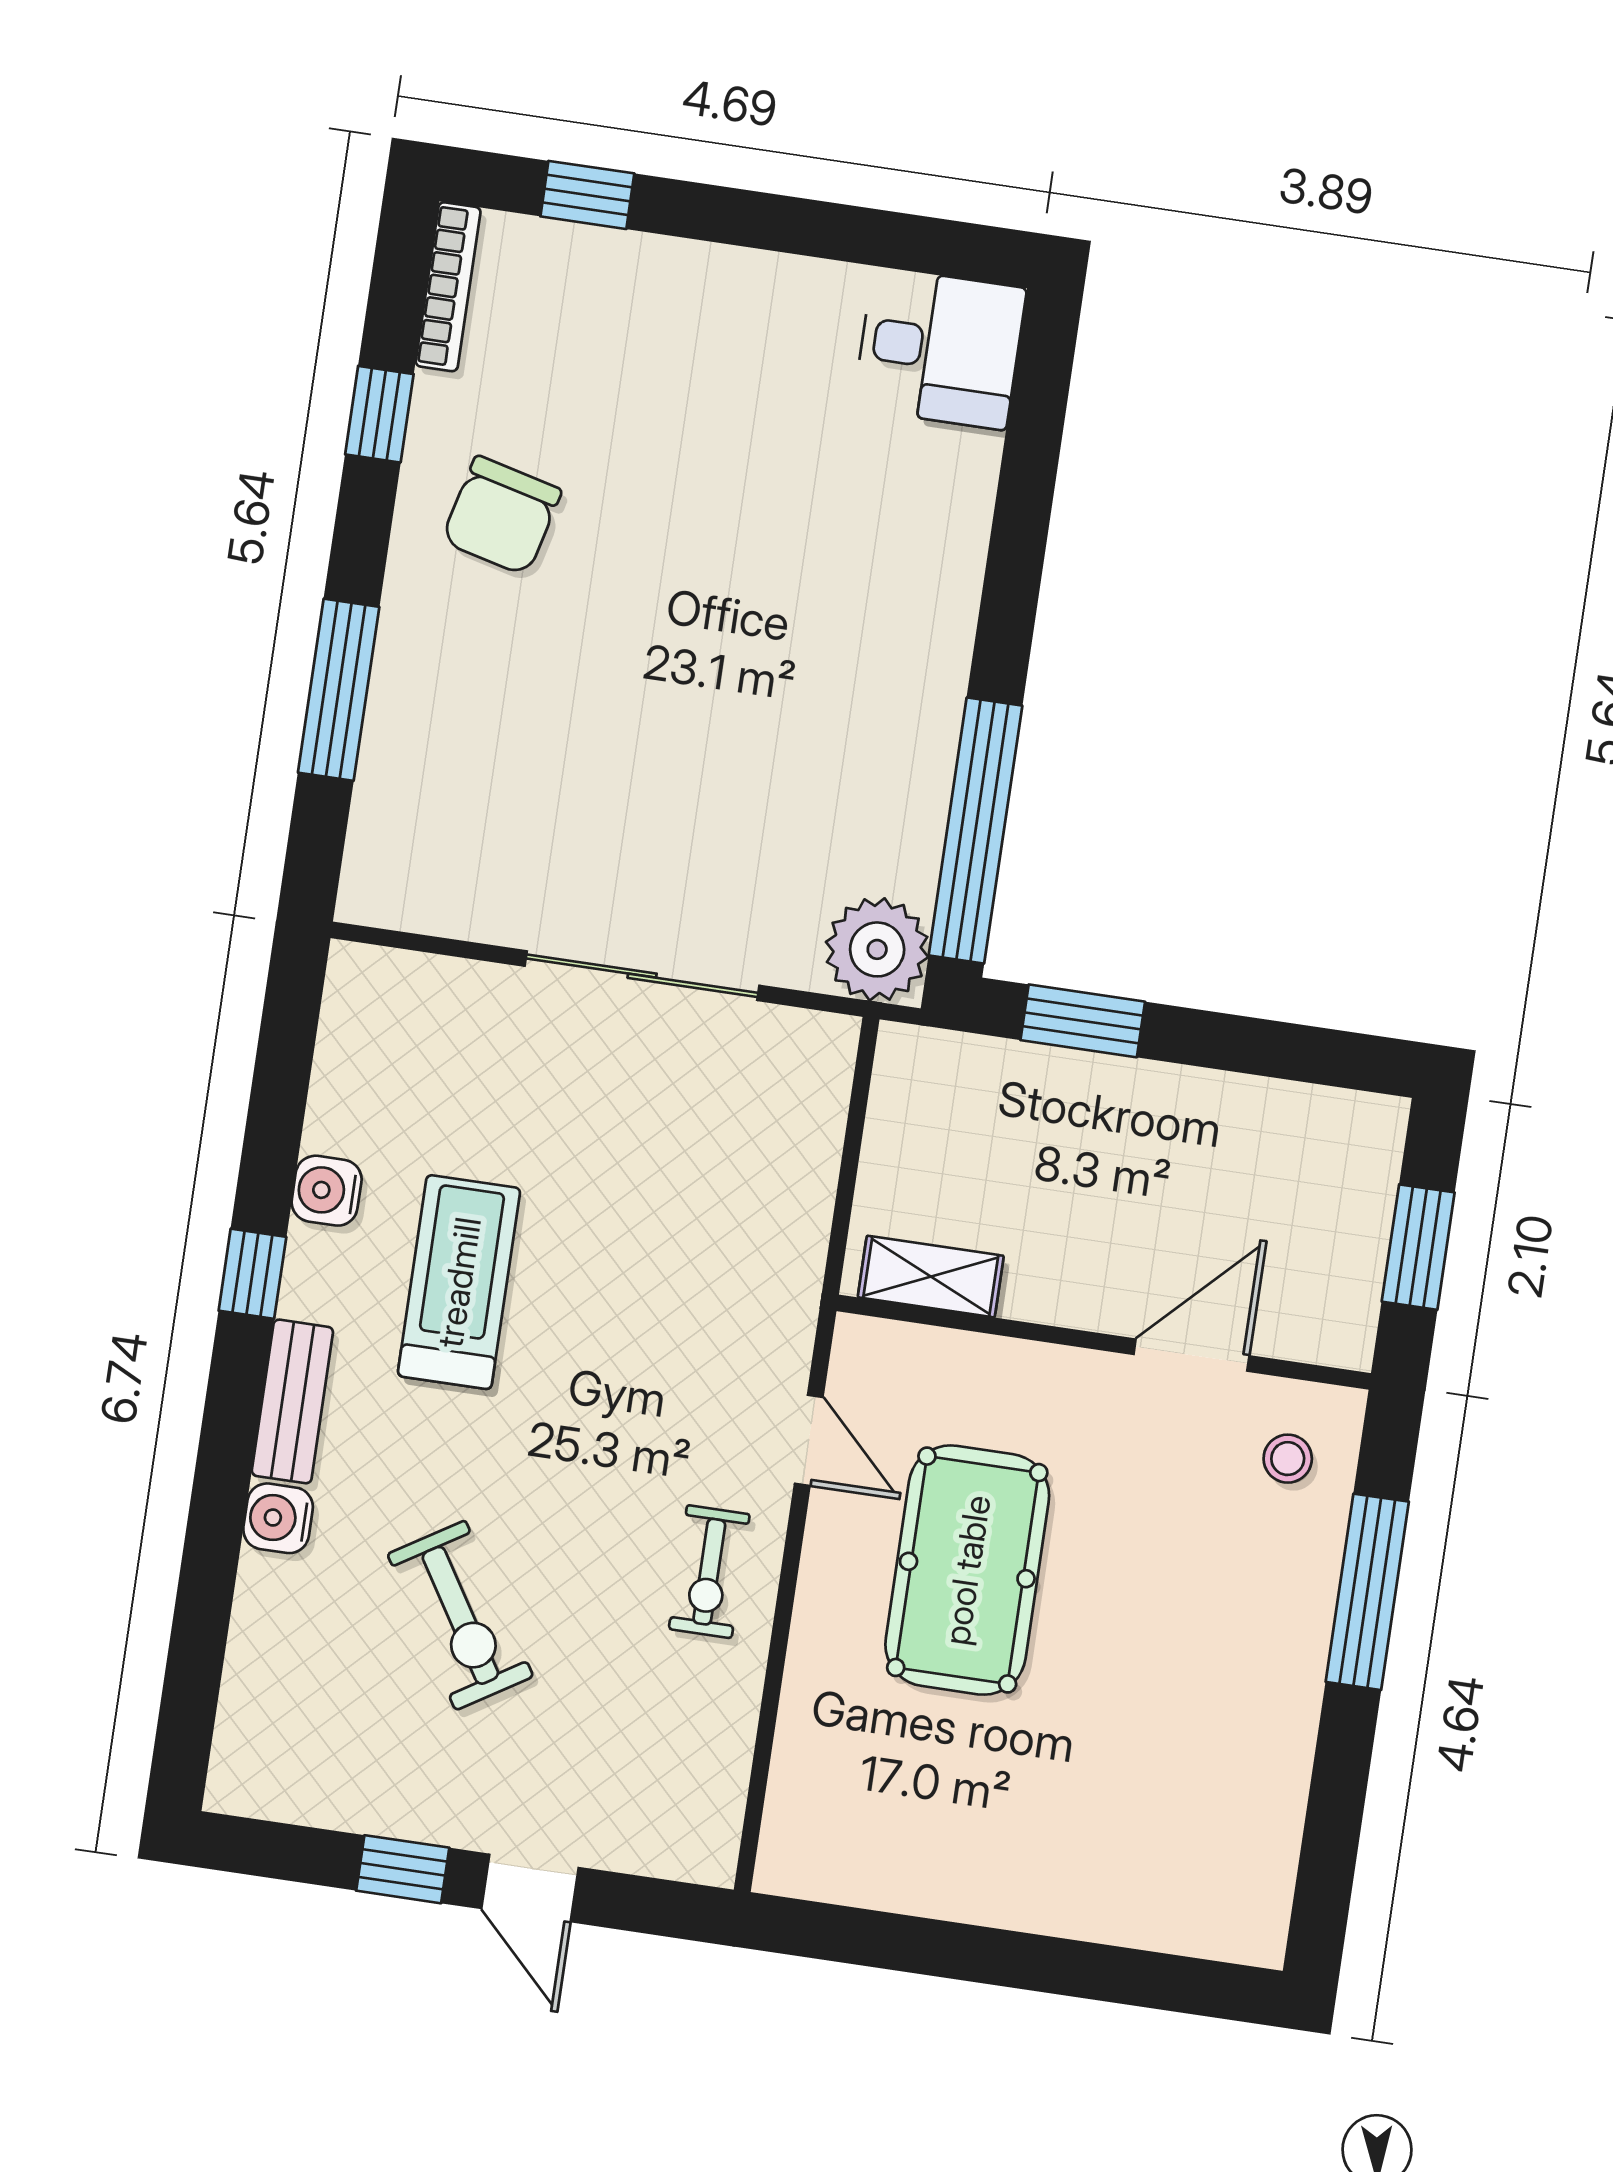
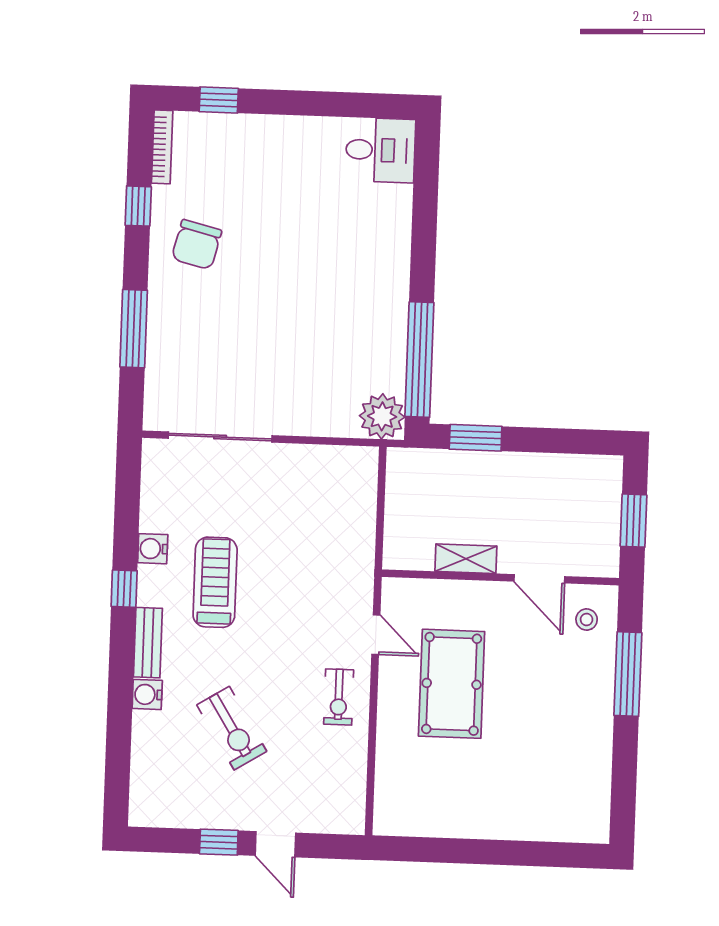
sliding door: (642, 976) -> (220, 437), moved
shelving: (931, 1277) -> (466, 559), moved
door: (1191, 1355) -> (539, 579), swing flipped

